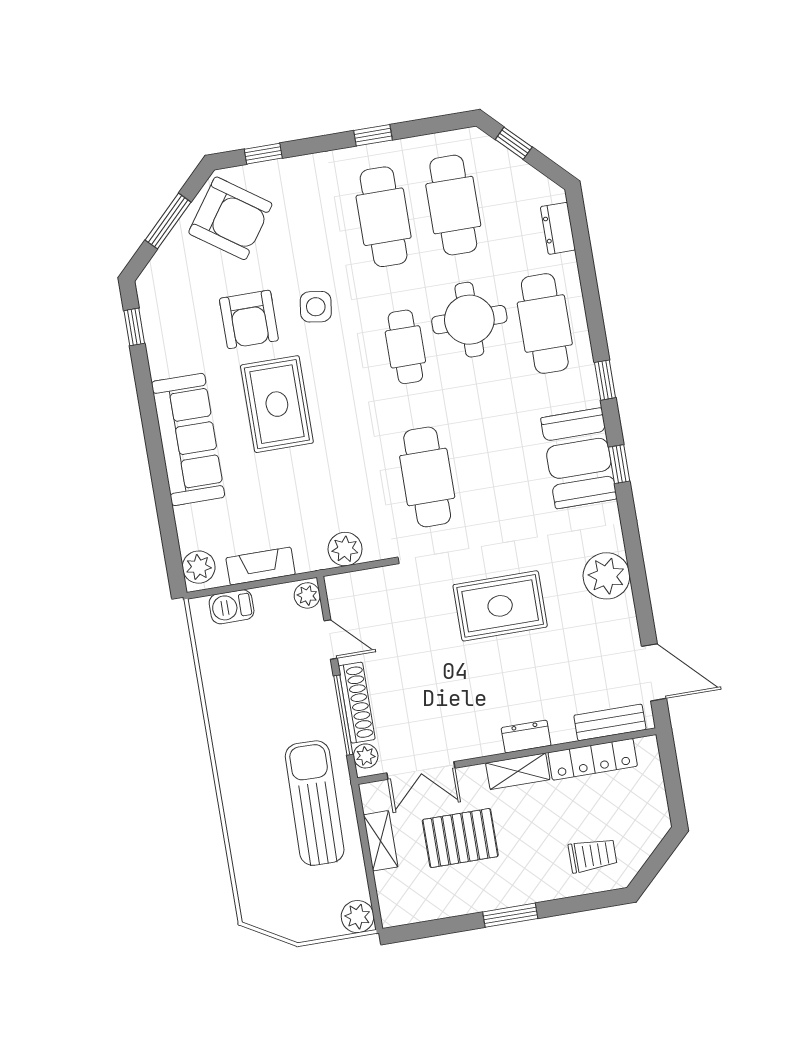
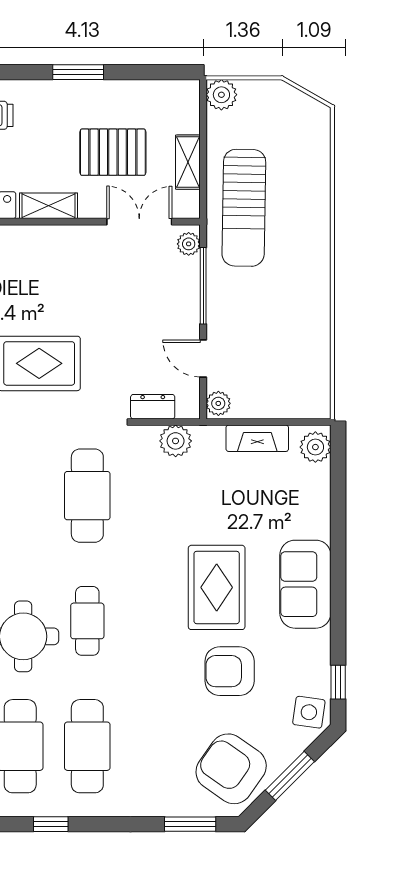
window: (373, 135) -> (51, 824), moved
window: (263, 154) -> (190, 824), width x1.50
side table: (316, 307) -> (309, 712), moved
armchair: (249, 319) -> (230, 671), turned -90
sofa: (188, 439) -> (305, 584), width x0.73
barbecue: (232, 607) -> (291, 405), removed
shoe rack: (357, 703) -> (189, 295), removed
dresser: (526, 737) -> (153, 407), moved, turned 180

